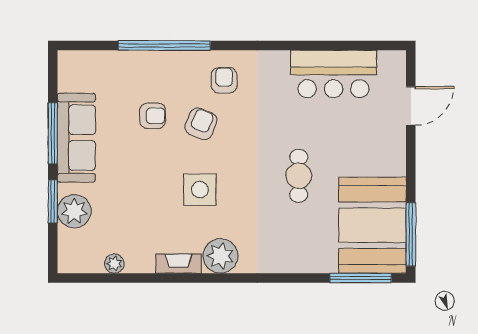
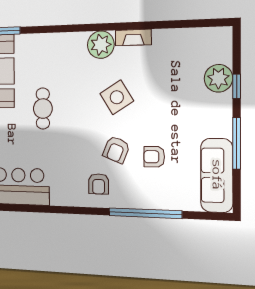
sofa: (76, 138) -> (217, 175), moved
side table: (200, 190) -> (117, 97), turned -32
window: (53, 201) -> (237, 86), width x0.67
plant: (114, 264) -> (185, 36), removed

